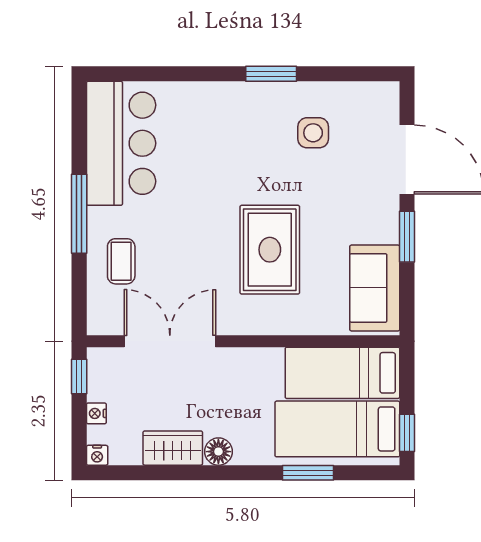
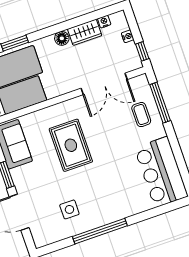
window: (271, 74) -> (100, 231), width x2.11
window: (79, 214) -> (160, 103), moved
nightstand: (97, 455) -> (104, 22), moved

